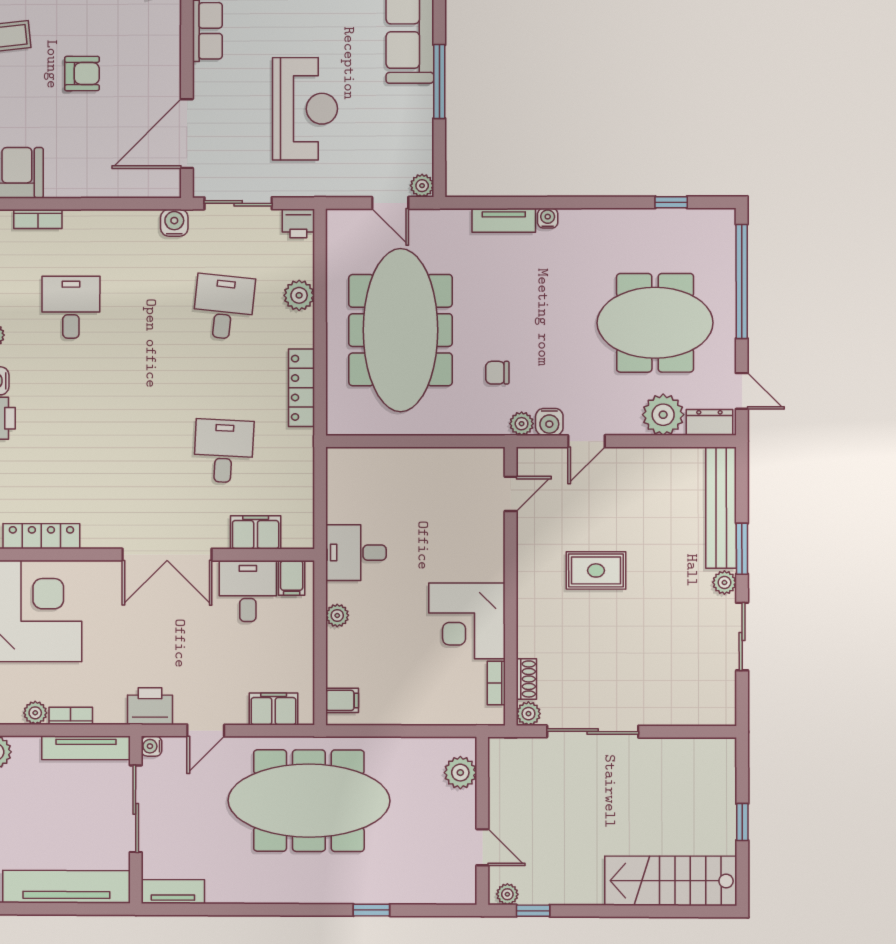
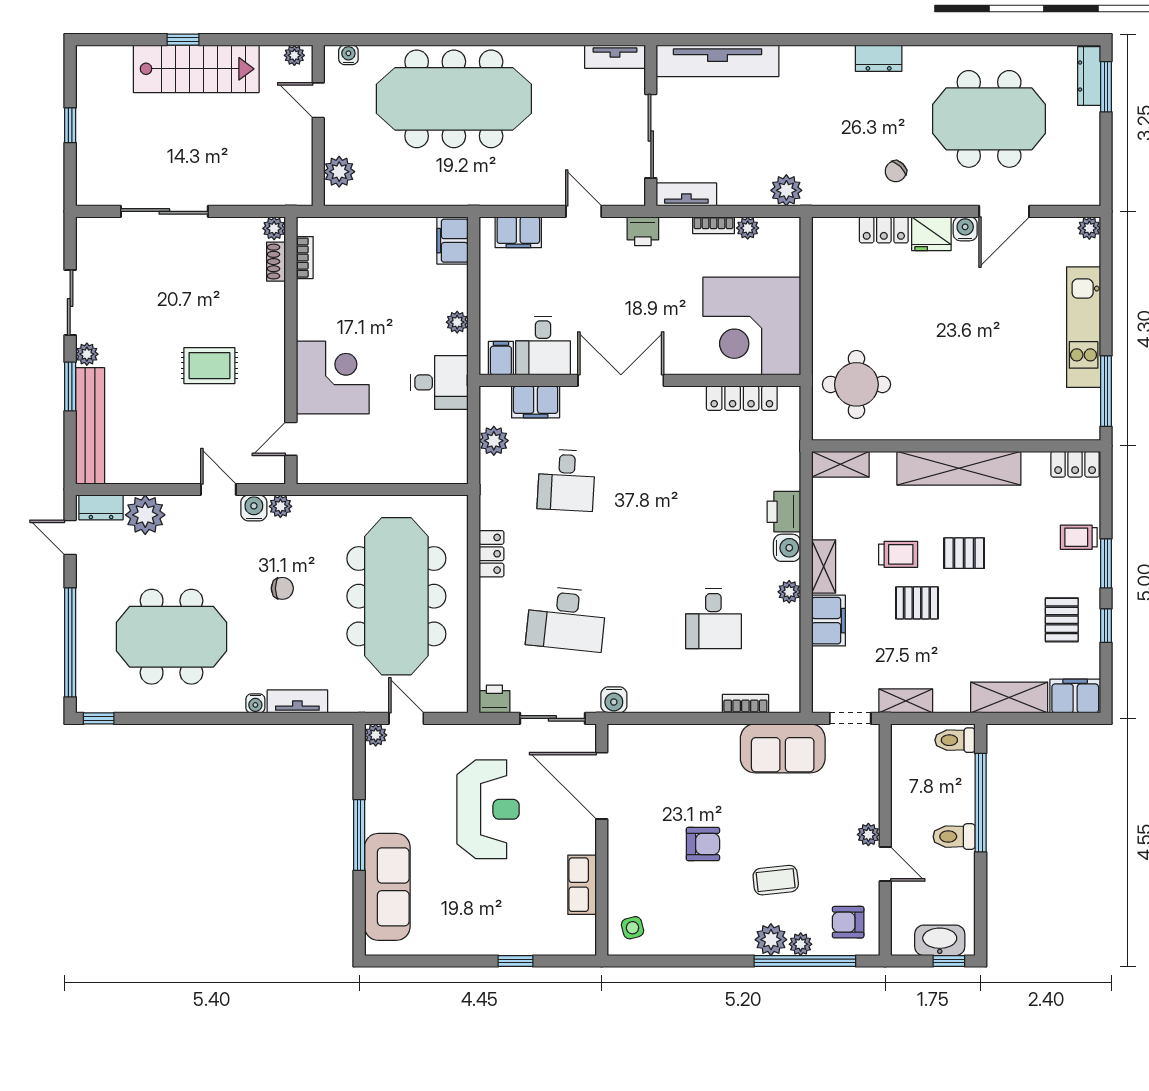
armchair: (82, 74) -> (703, 844), turned 180
reception desk: (305, 109) -> (488, 809), turned 180
door: (187, 134) -> (602, 786), swing flipped
window: (671, 202) -> (99, 718), moved
plant: (299, 295) -> (494, 441), moved
desk: (224, 307) -> (566, 619), width x1.37
meeting table: (655, 323) -> (171, 637), moved
chair: (497, 373) -> (282, 588), moved
locker: (302, 388) -> (491, 554), width x0.66
door: (586, 441) -> (218, 489), hinge flipped
corner desk: (467, 621) -> (333, 377), moved
filing cabinet: (342, 700) -> (453, 241), width x2.00
printer: (150, 706) -> (643, 231), width x0.73, depth x0.81
door: (206, 731) -> (584, 211), hinge flipped
sliding door: (593, 731) -> (164, 211), moved
water cooler: (152, 746) -> (348, 55), moved, turned -90
tv unit: (86, 748) -> (686, 194), width x0.71
meeting table: (309, 801) -> (454, 99), moved
stairs: (671, 881) -> (196, 69), moved
window: (371, 910) -> (424, 40), removed
window: (533, 911) -> (183, 40), moved

